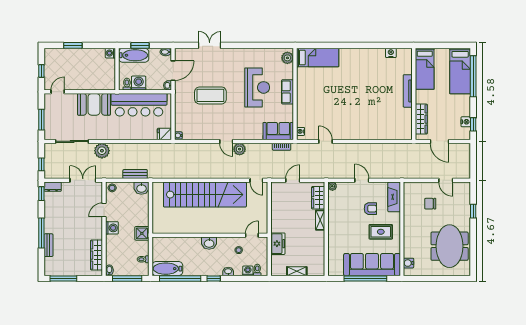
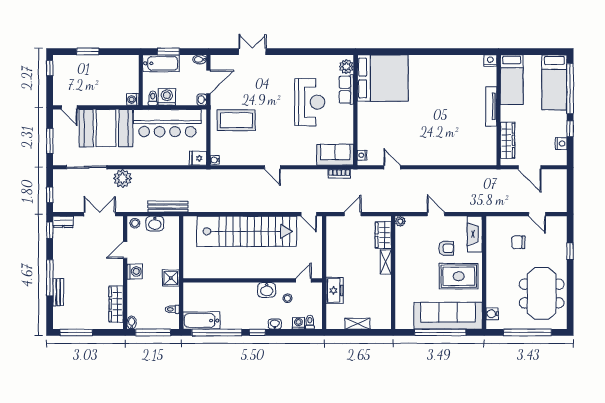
washing machine: (110, 53) -> (133, 99), moved
nightstand: (391, 53) -> (490, 61), moved
bed: (318, 58) -> (383, 78), width x2.04
window: (41, 71) -> (50, 68), moved
door: (58, 92) -> (69, 107), swing flipped
row of seats: (288, 92) -> (346, 90), moved
coffee table: (210, 95) -> (236, 120), moved
booth: (94, 104) -> (106, 128), width x1.36, depth x1.42
window: (473, 124) -> (570, 129), moved
plant: (240, 149) -> (288, 177), removed
bench: (135, 174) -> (168, 207), width x1.36
washbasin: (141, 188) -> (155, 224), moved
rug: (381, 232) -> (459, 276), width x1.36, depth x1.43
washbasin: (209, 243) -> (267, 290), moved
window: (438, 279) -> (528, 332), added

